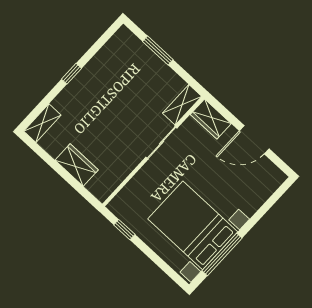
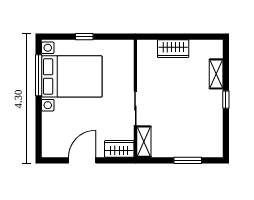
shelving: (42, 123) -> (216, 74), moved
window: (124, 230) -> (84, 37), moved

